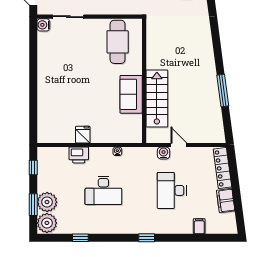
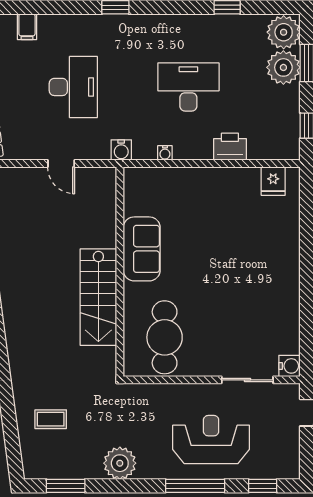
stairs: (157, 99) -> (98, 297), moved
fridge: (83, 135) -> (273, 181), moved
water cooler: (163, 153) -> (121, 150), moved

